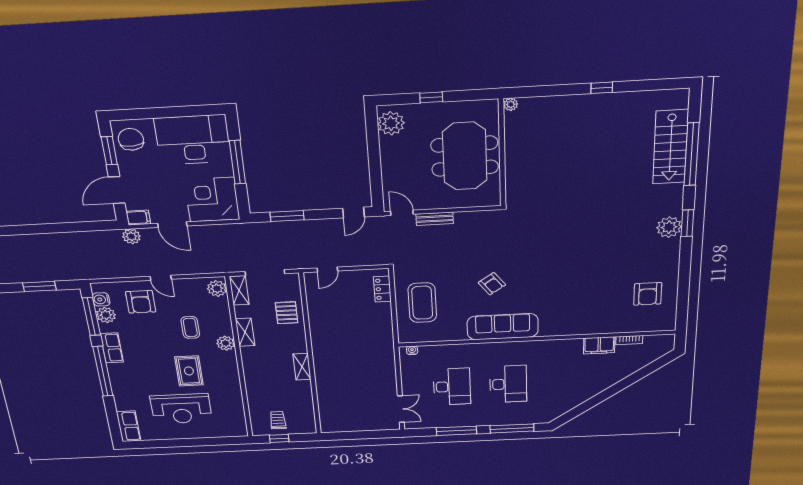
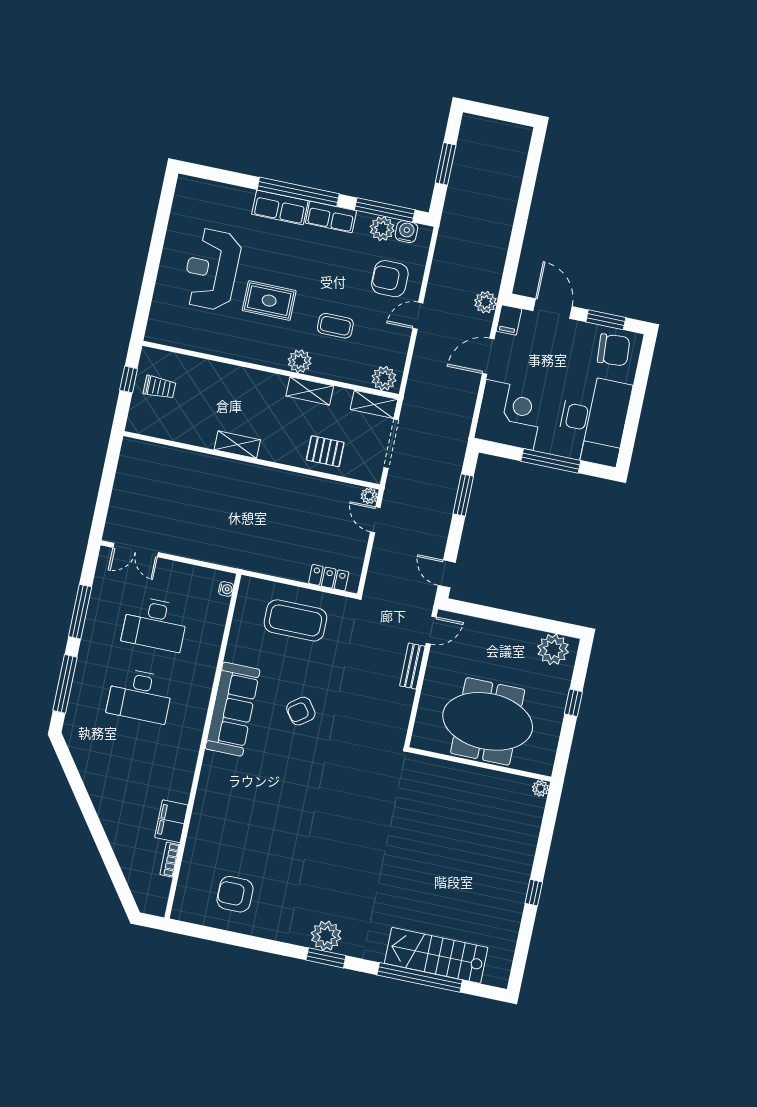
plant: (310, 278) -> (369, 496), added
row of seats: (129, 426) -> (280, 207), moved

